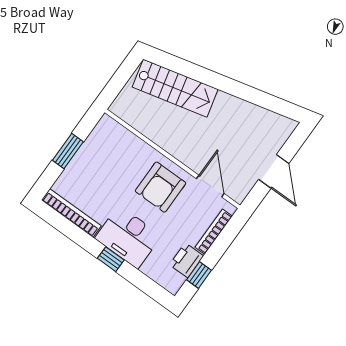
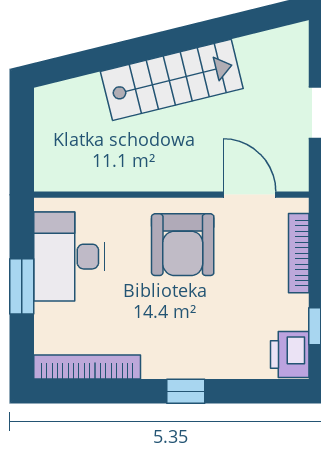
stairs: (175, 88) -> (172, 80), moved
desk: (128, 237) -> (69, 257), moved, turned 90
printer: (187, 260) -> (290, 354), moved

